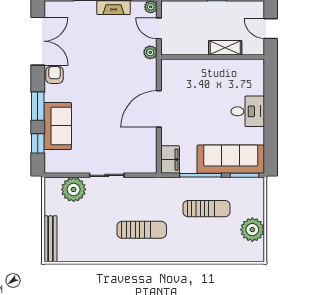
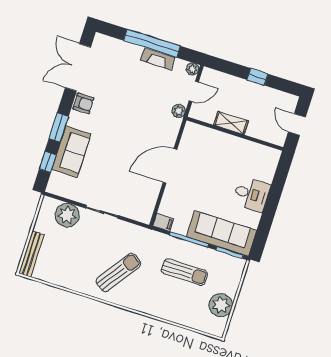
door: (159, 28) -> (194, 91), swing flipped
double door: (38, 41) -> (78, 67), swing flipped
shelving: (225, 48) -> (231, 123), moved
armchair: (54, 75) -> (83, 103), turned 90
filing cabinet: (170, 160) -> (163, 222), width x0.50
sun lounger: (142, 230) -> (118, 272), turned -55

